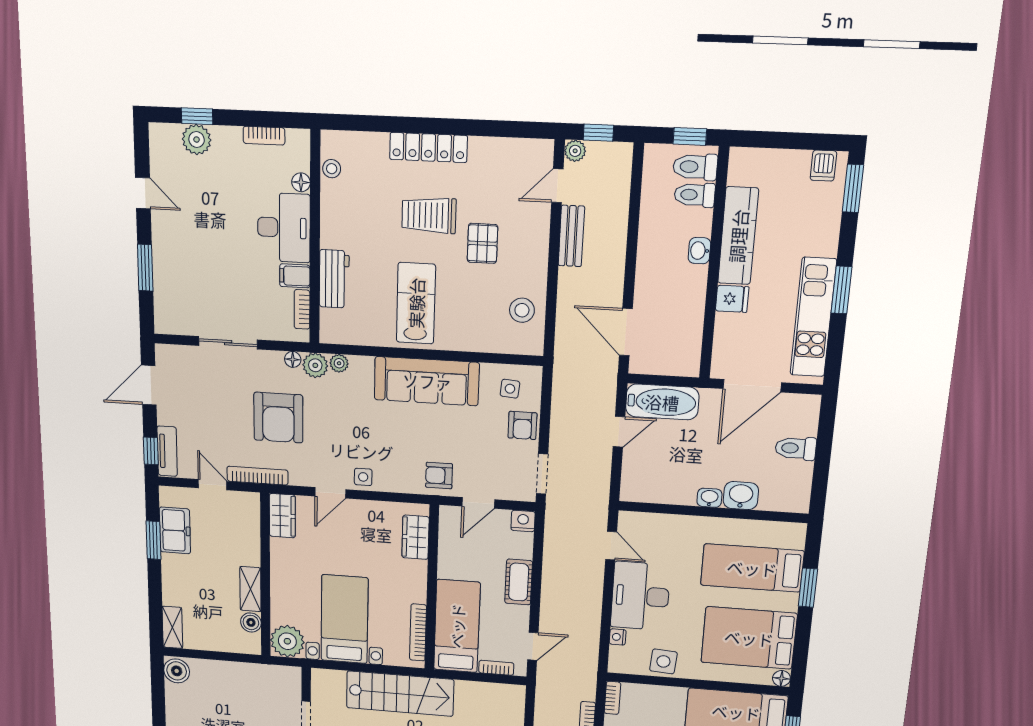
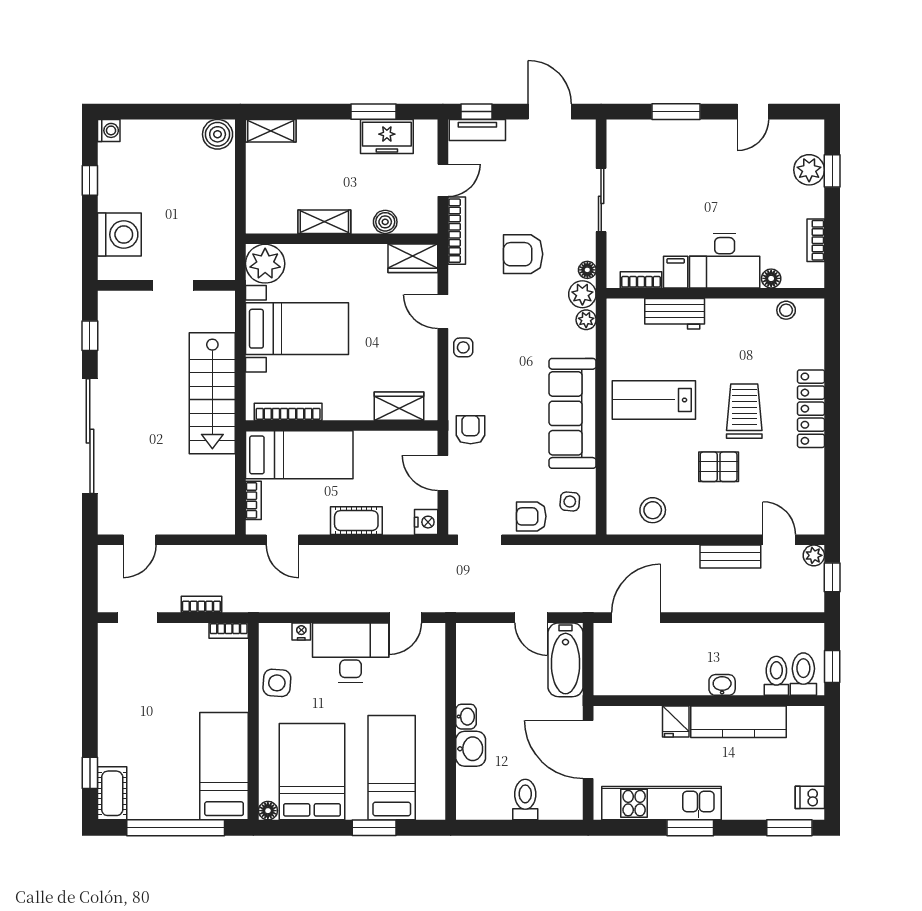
lab bench: (416, 303) -> (654, 400), turned 180
armchair: (278, 418) -> (523, 254), width x0.73, depth x0.73
boiler: (251, 622) -> (385, 222), moved

